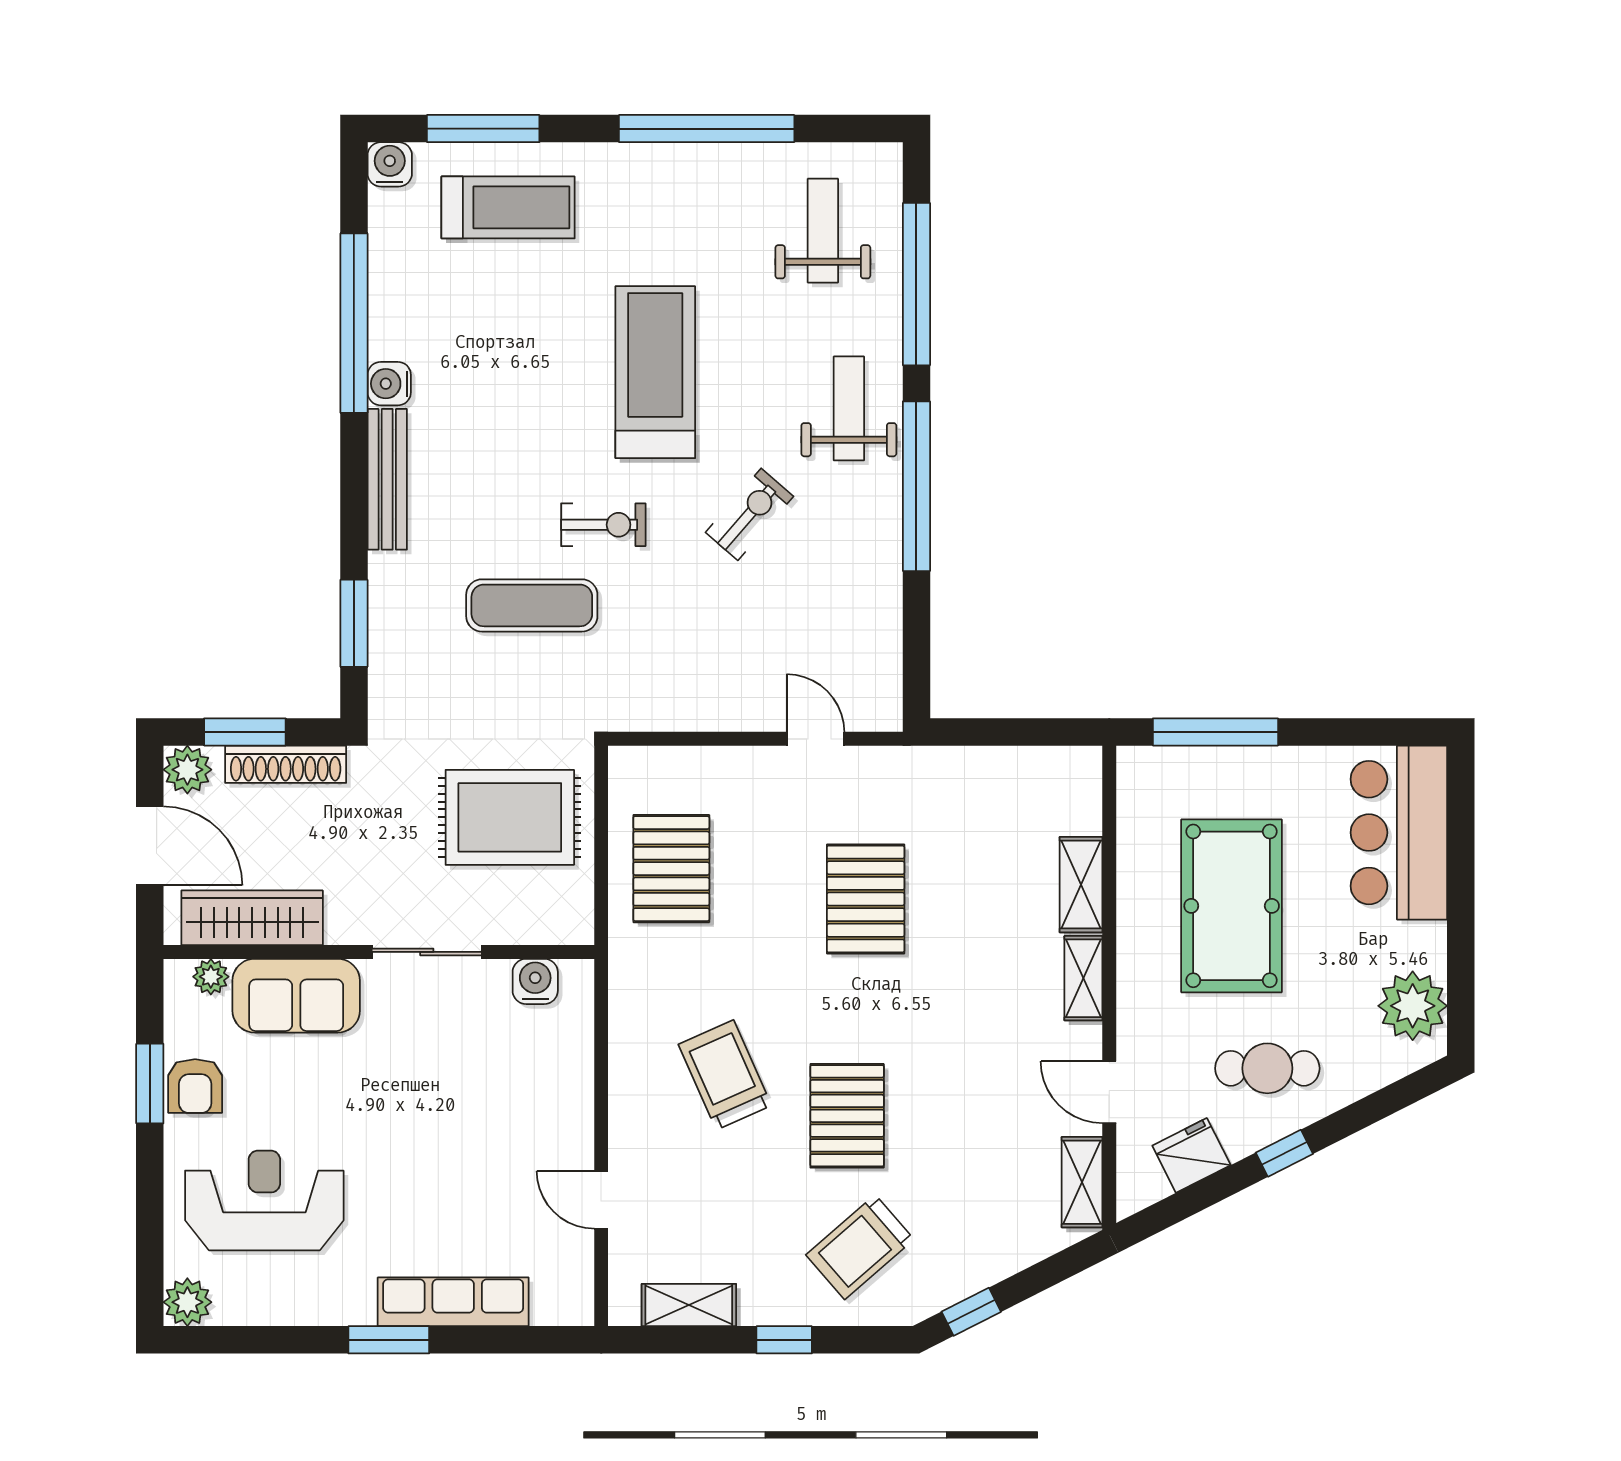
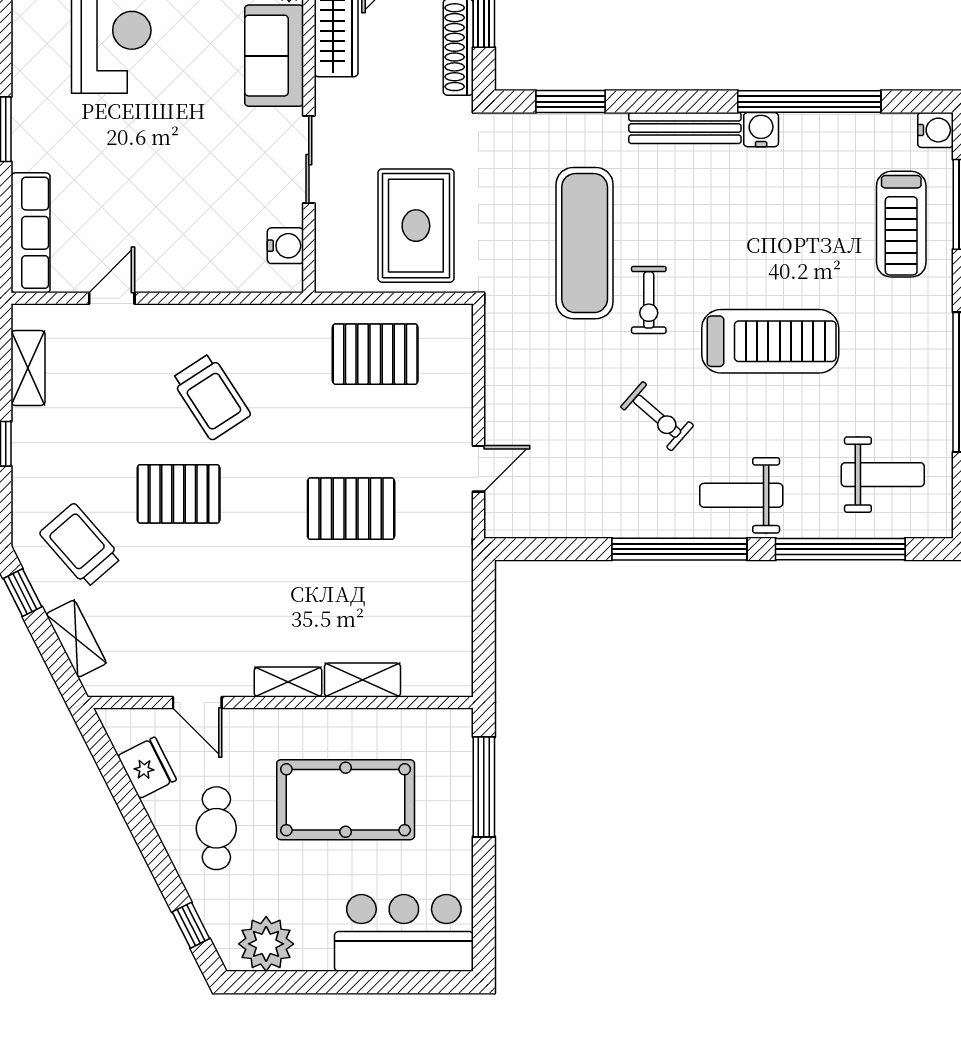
weight bench: (849, 408) -> (741, 495), turned 180
exercise mat: (532, 605) -> (585, 243), width x1.36, depth x1.45
trolley: (725, 1075) -> (211, 397), turned 81
door: (1109, 1092) -> (197, 702), swing flipped
window: (1284, 1153) -> (191, 925), moved
shelving: (1082, 1182) -> (76, 639), moved, turned 63
trolley: (860, 1247) -> (80, 545), moved
row of seats: (453, 1302) -> (31, 233), moved

